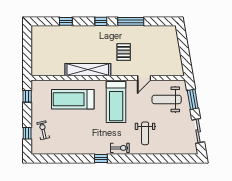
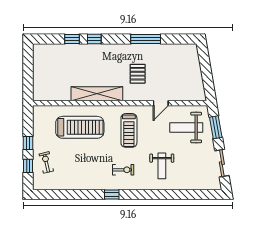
window: (101, 21) -> (94, 39), moved
window: (27, 96) -> (28, 143), moved
treadmill: (73, 99) -> (80, 127), turned 180
treadmill: (116, 102) -> (129, 130), width x0.73, depth x0.73
exercise bike: (120, 148) -> (123, 170), moved

